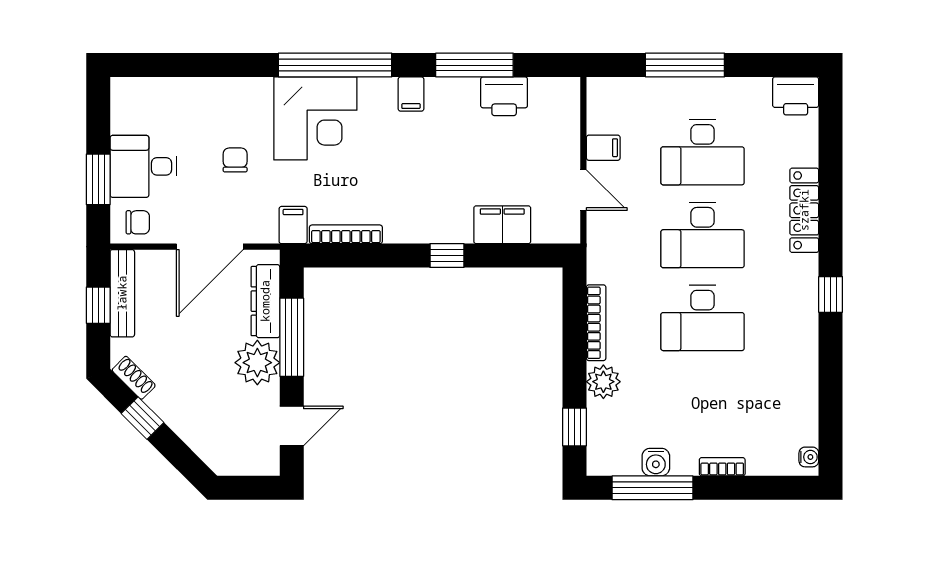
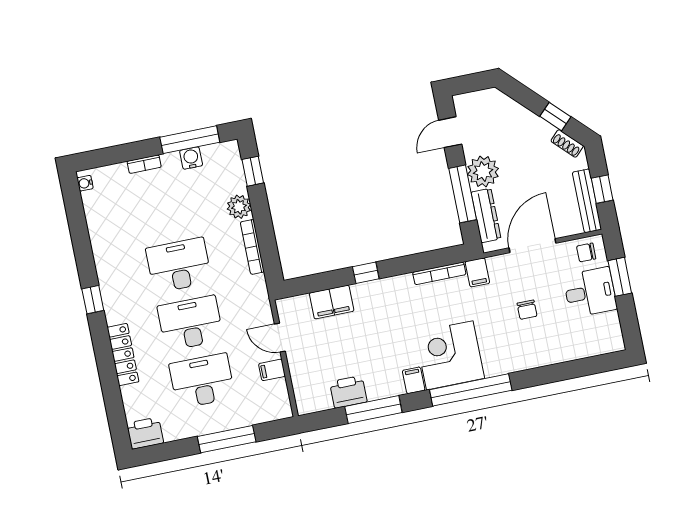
corner desk: (315, 118) -> (450, 355), moved

